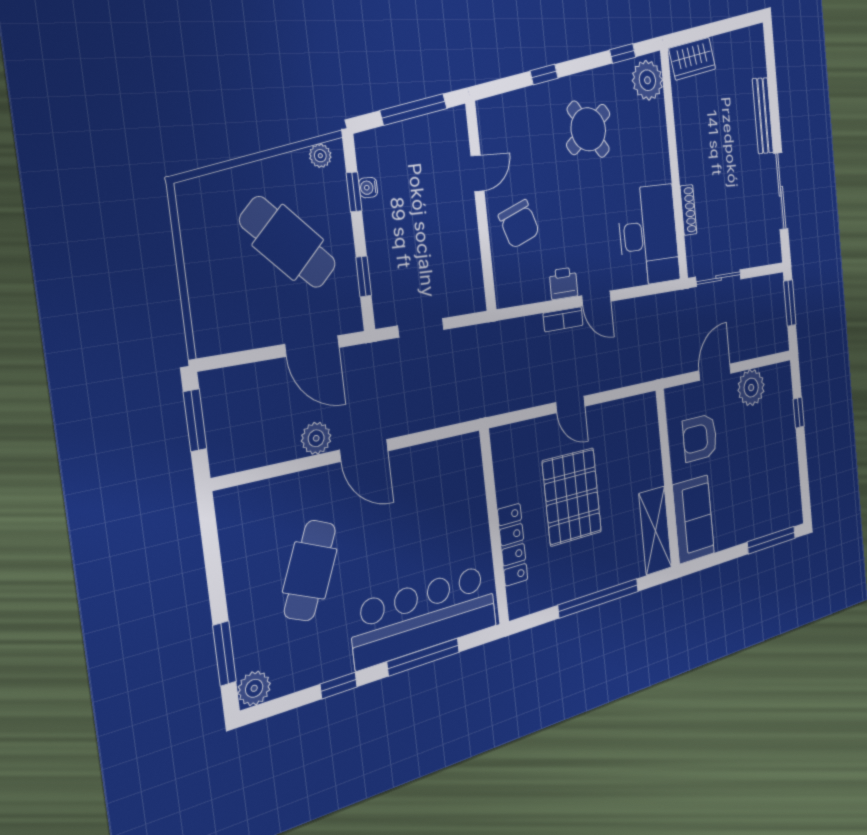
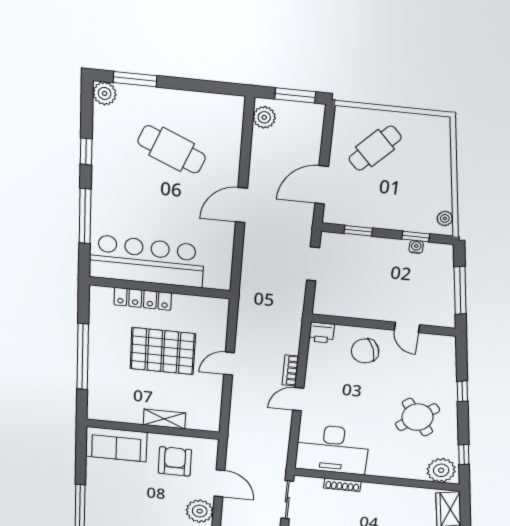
cafe table: (288, 242) -> (375, 148), moved, width x0.73, depth x0.74
printer: (564, 283) -> (322, 333), moved, turned 90
plant: (316, 438) -> (264, 117), moved
shelving: (655, 531) -> (164, 419), moved, width x0.67, depth x0.75
bar counter: (425, 616) -> (146, 261), moved, turned -90

